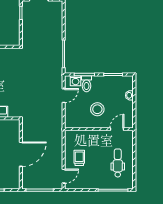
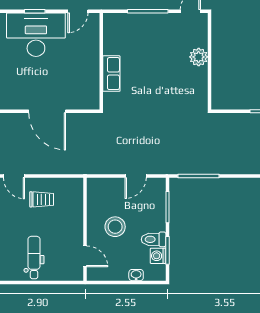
washing machine: (76, 81) -> (158, 256), moved
toilet: (86, 84) -> (154, 239), moved
door: (64, 96) -> (136, 176), hinge flipped
dental chair: (118, 163) -> (34, 258), turned -90

